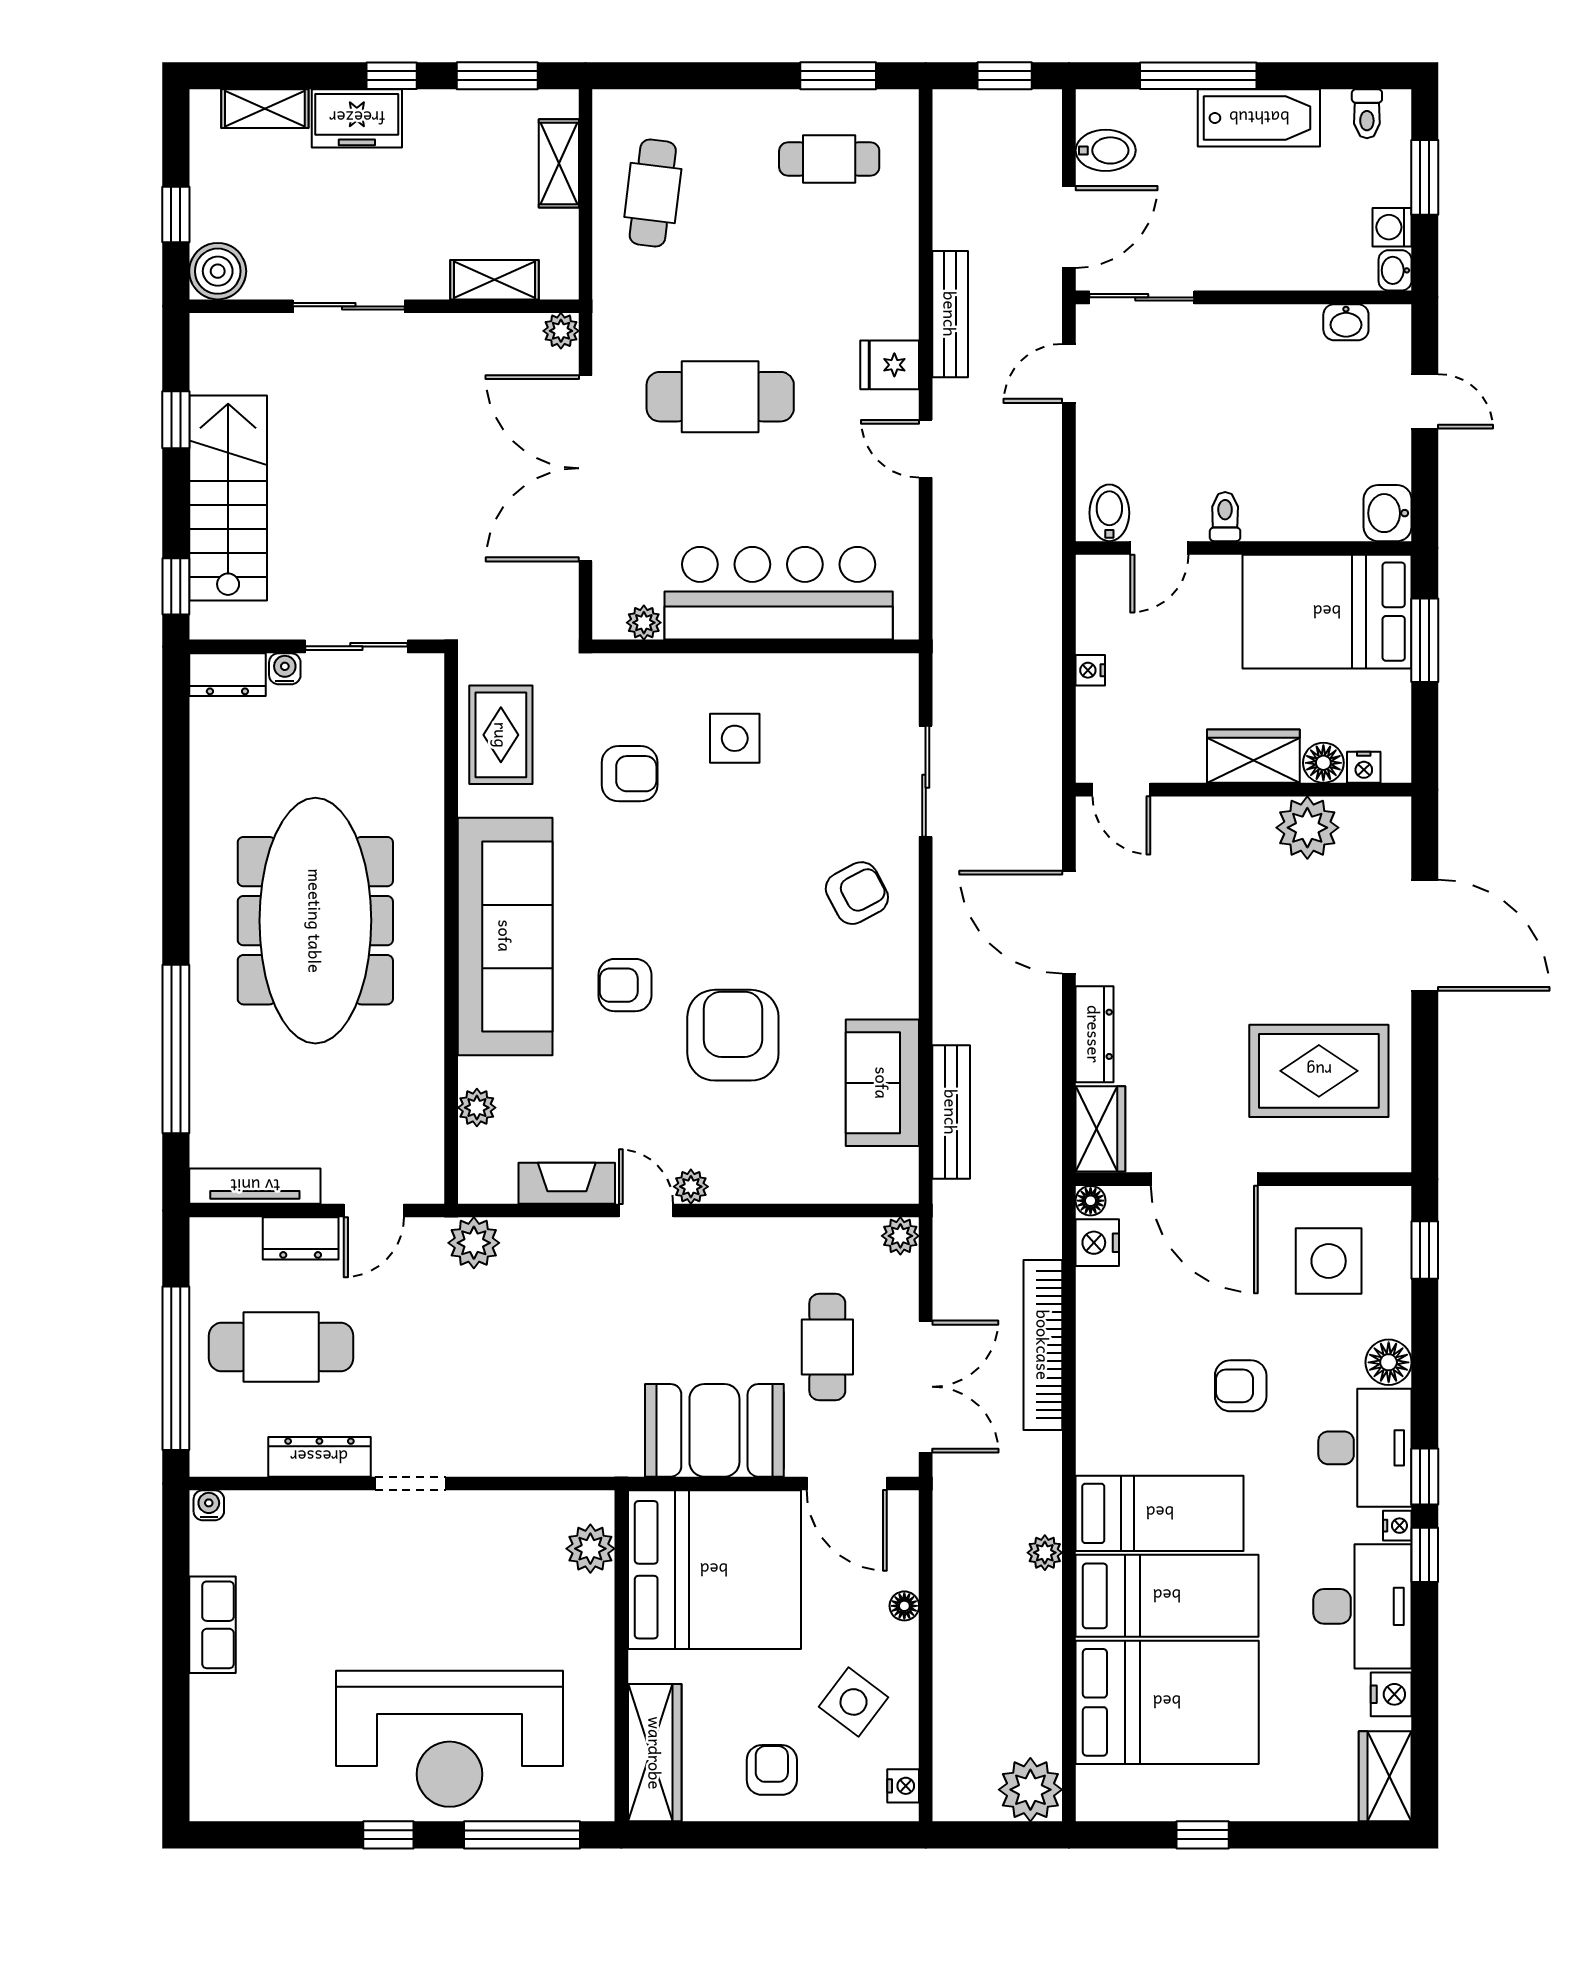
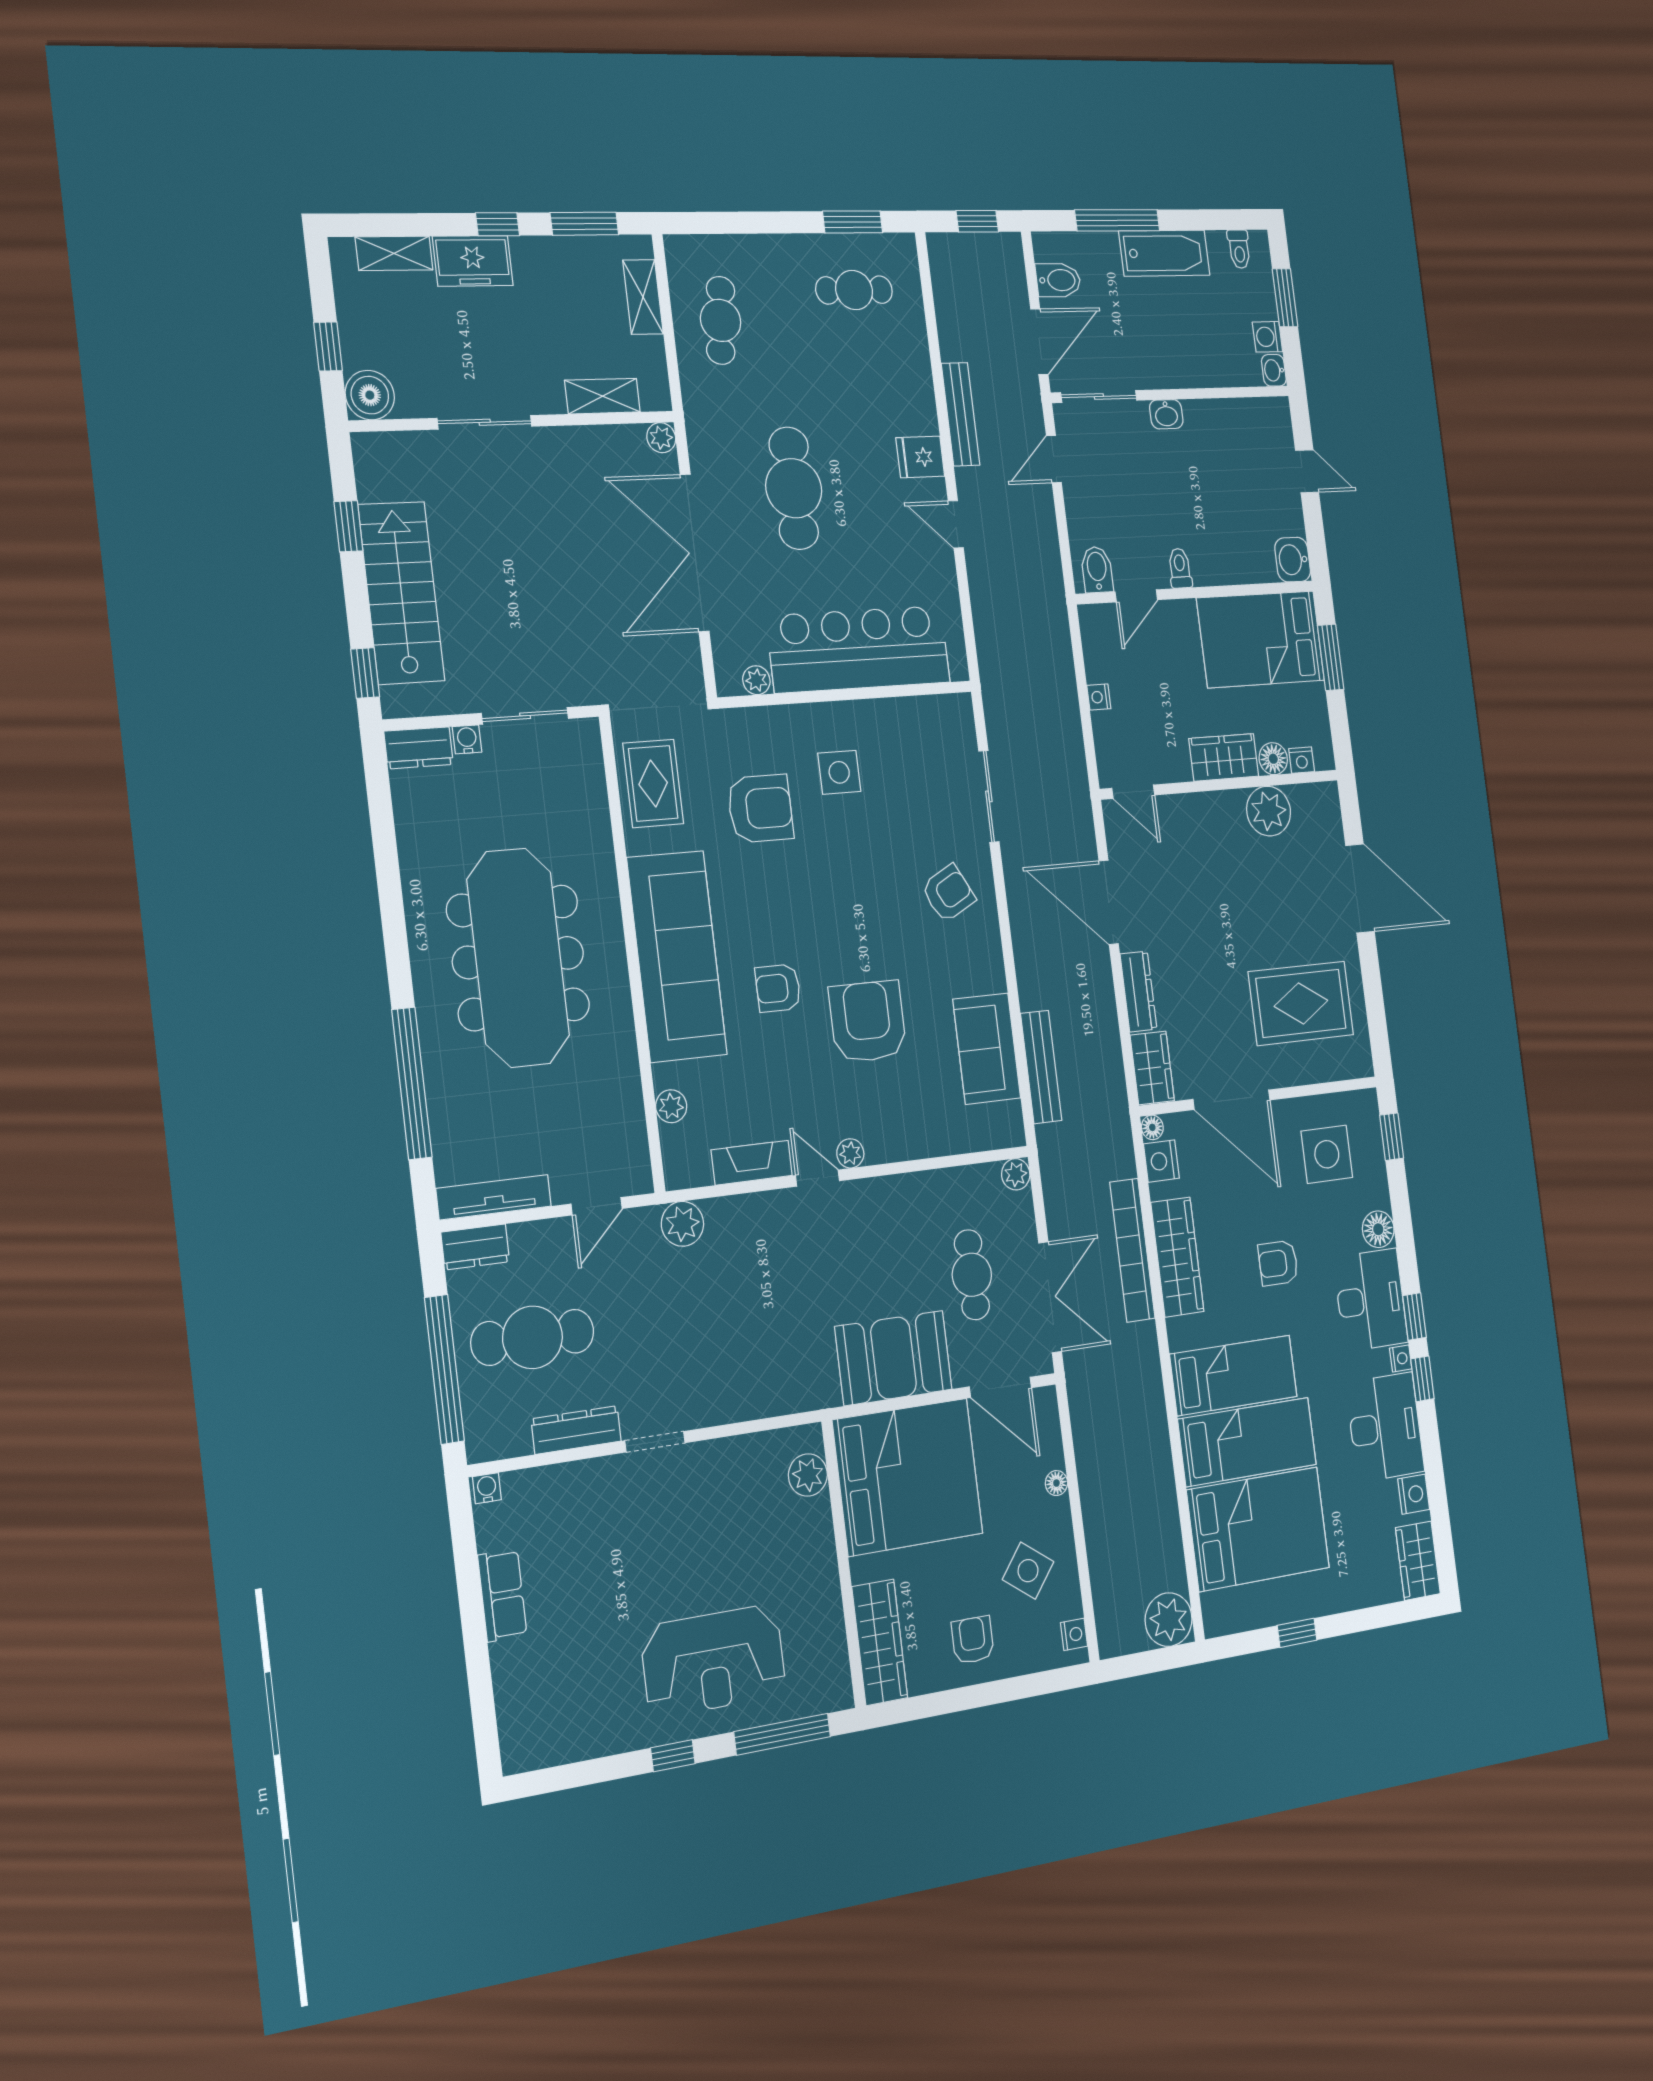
washbasin: (1346, 322) -> (1166, 414), moved
cafe table: (720, 397) -> (794, 488), turned 90
armchair: (630, 774) -> (760, 808), width x1.38, depth x1.38
dresser: (301, 1238) -> (475, 1247), moved
wardrobe: (1103, 1361) -> (1177, 1257), added
plant: (1045, 1553) -> (1155, 1421), removed
reception desk: (449, 1739) -> (713, 1661), width x0.74, depth x0.77

